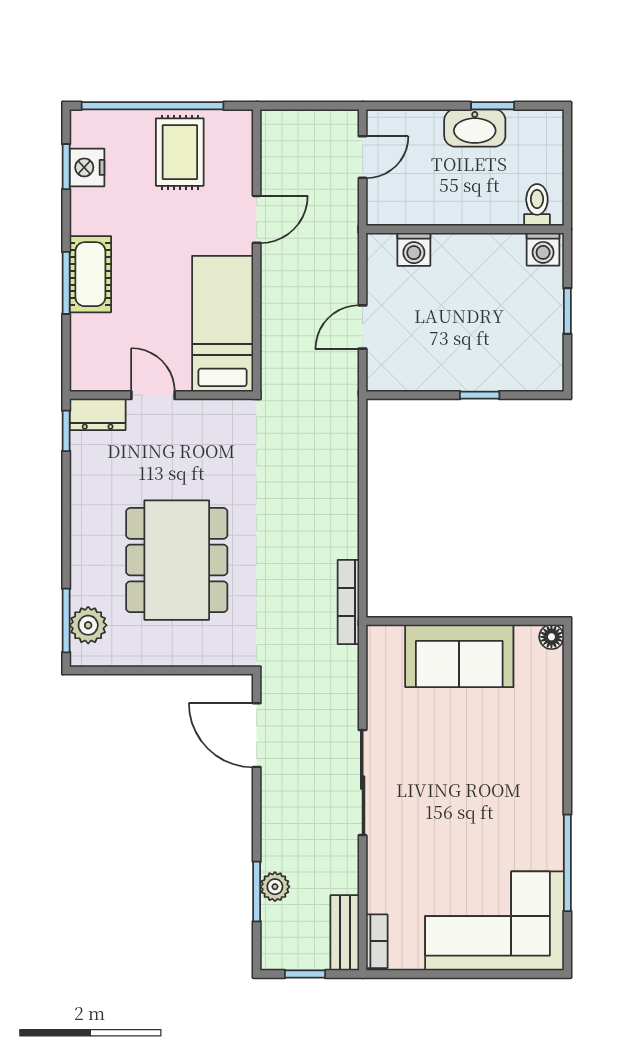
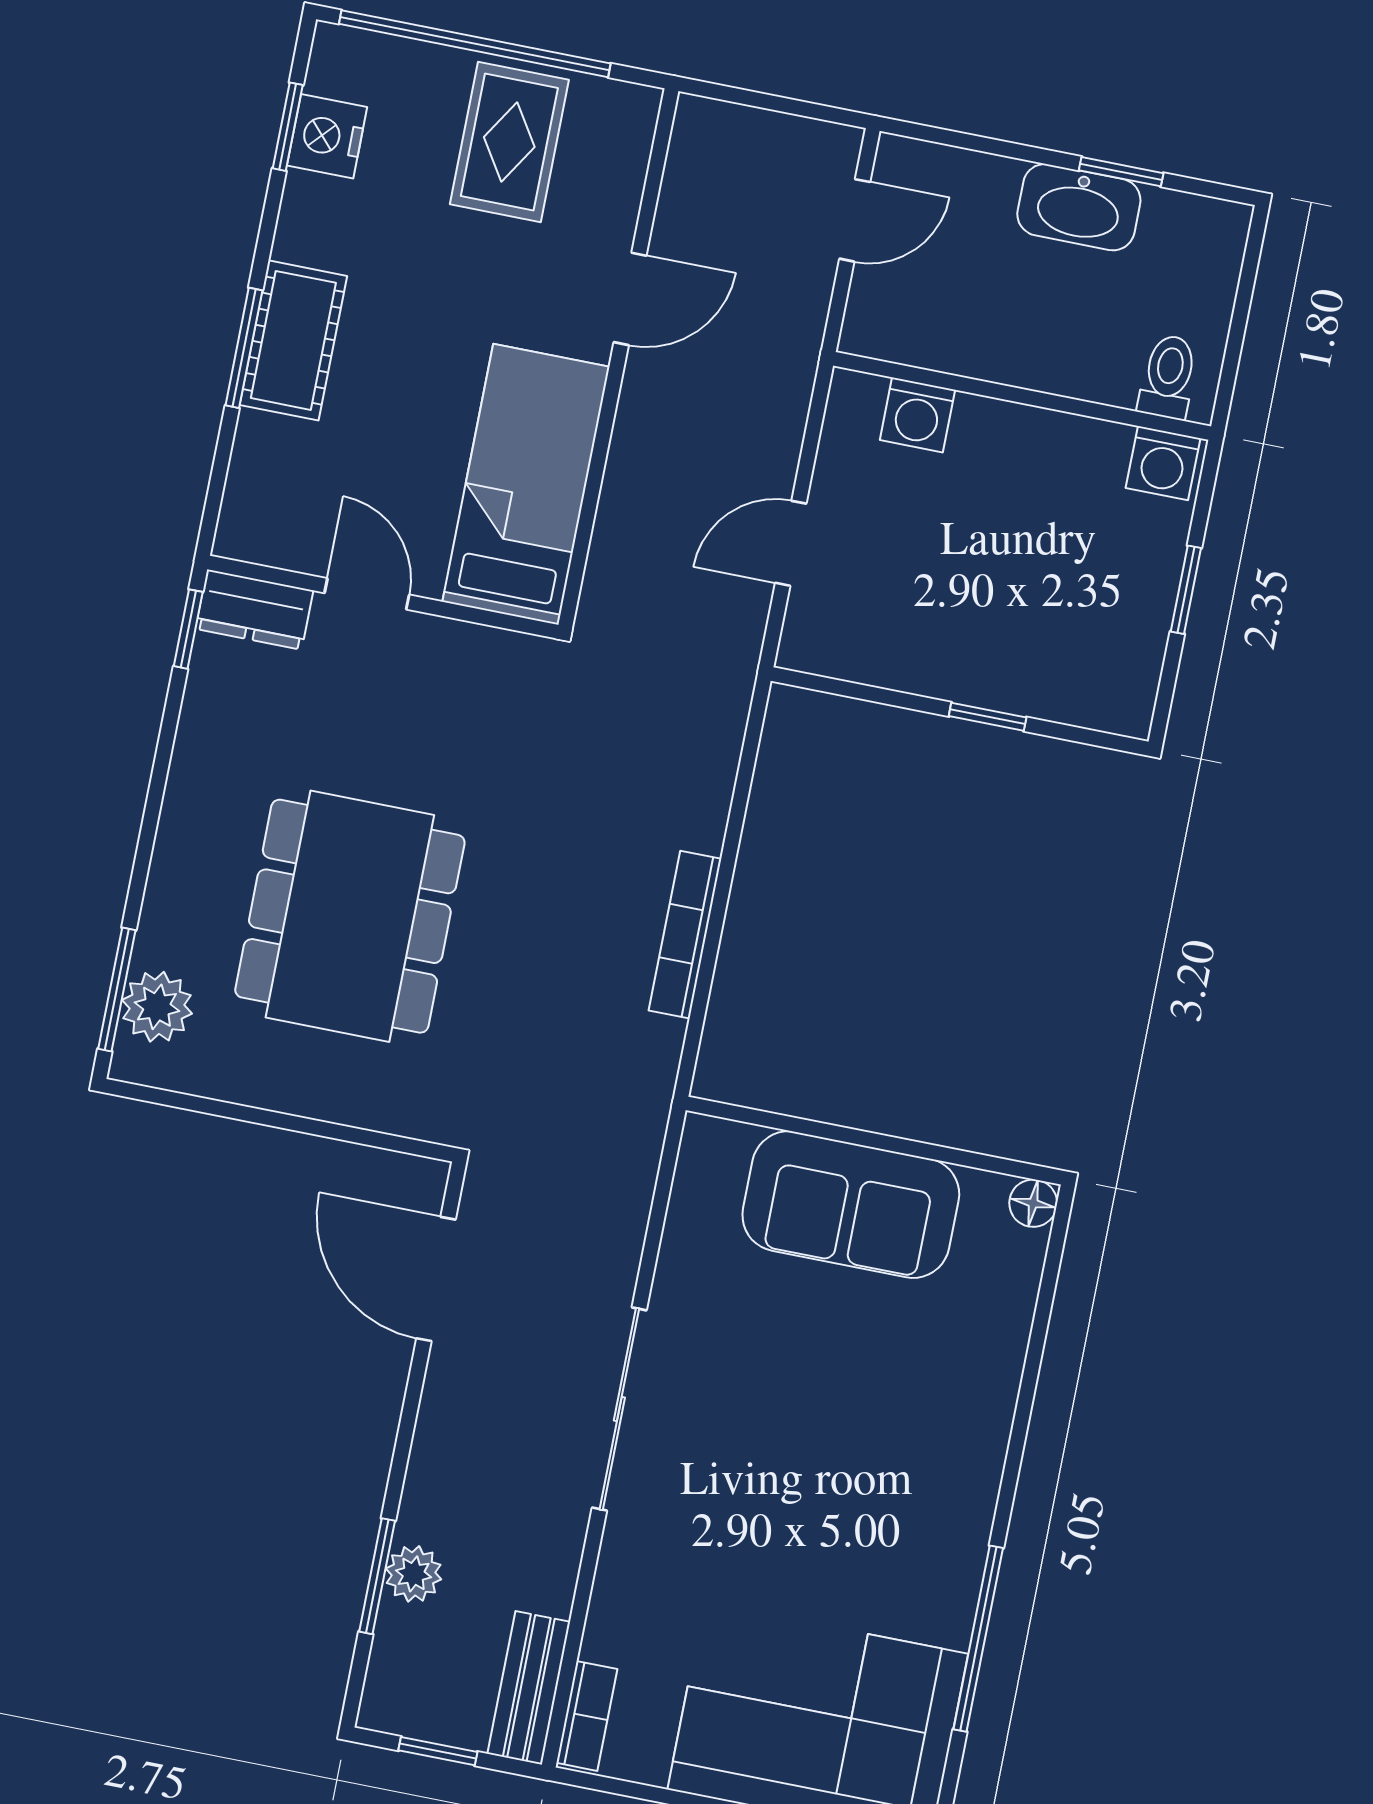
bookcase: (348, 602) -> (685, 935), moved

